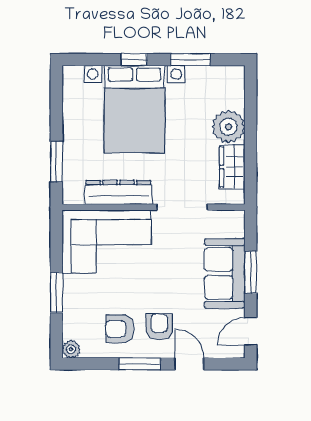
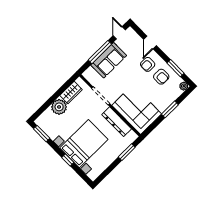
window: (190, 60) -> (42, 134), moved
window: (251, 272) -> (100, 52), width x1.44
door: (251, 331) -> (119, 33), swing flipped
window: (140, 364) -> (175, 68), moved

